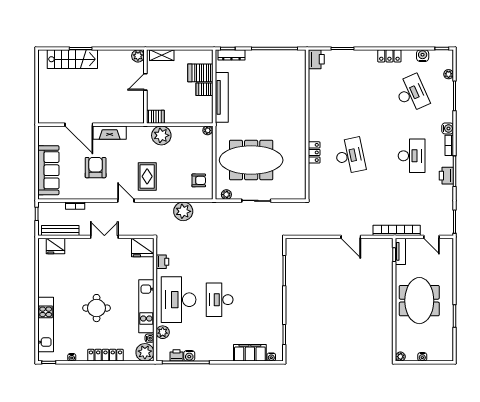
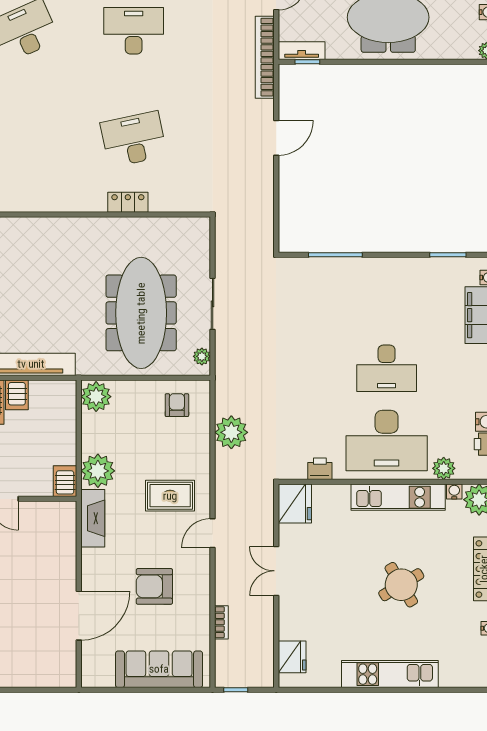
plant: (208, 130) -> (96, 397), width x1.87, depth x1.87
fireplace: (110, 133) -> (93, 518), moved
bench: (60, 230) -> (265, 648), removed
round table: (97, 308) -> (401, 585), turned -31
kitchen unit: (46, 324) -> (390, 674), moved

